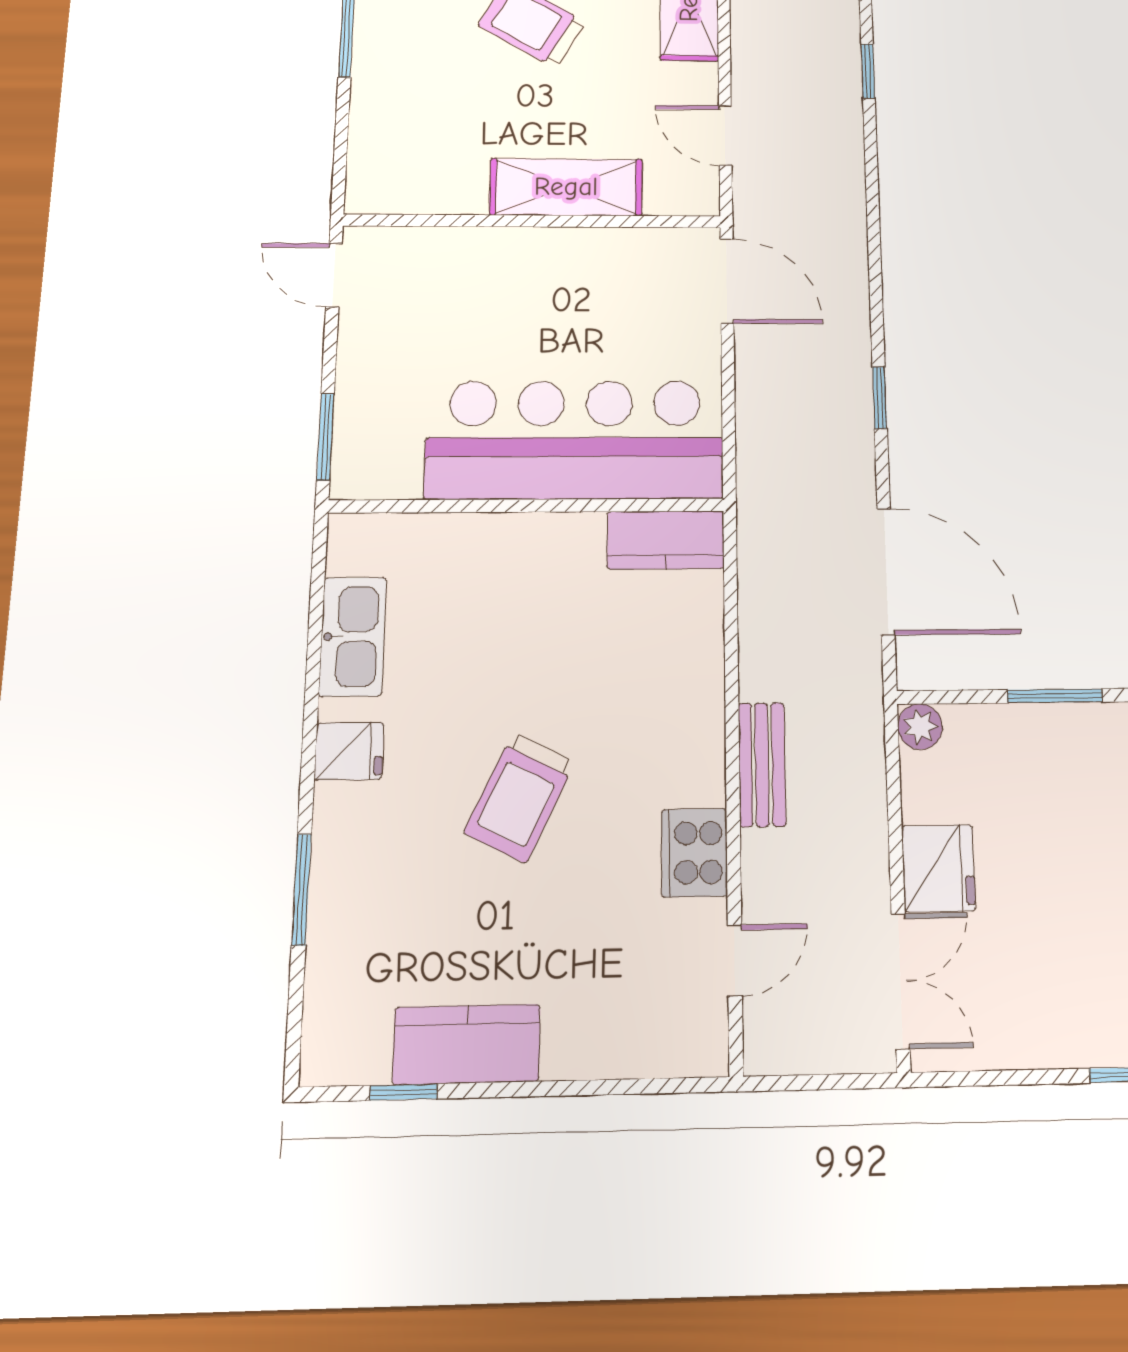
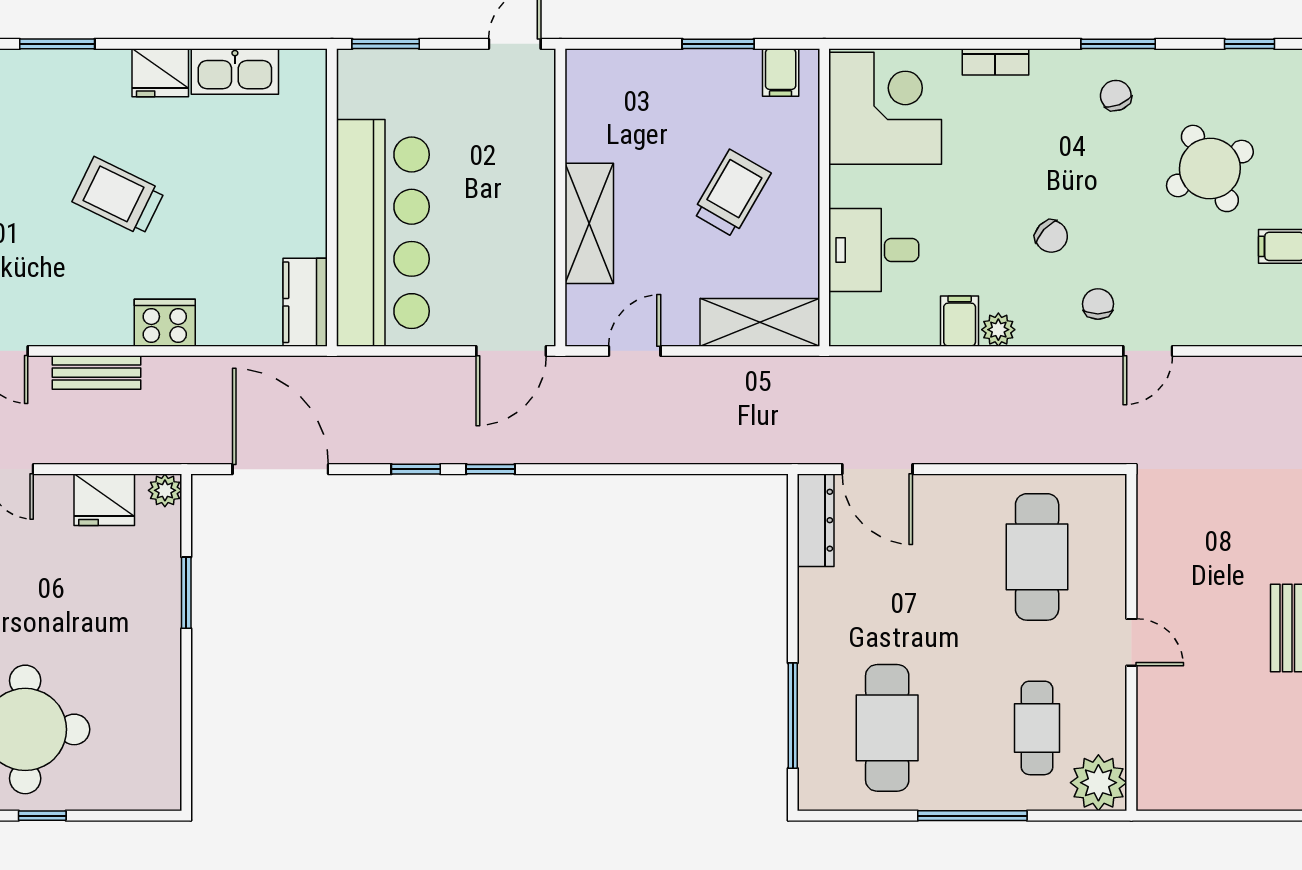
window: (868, 71) -> (490, 469), moved
door: (886, 571) -> (280, 469), swing flipped
fridge: (349, 751) -> (160, 73), width x1.38
bench: (762, 764) -> (96, 373), moved
cooker: (694, 853) -> (165, 323), moved
fridge: (939, 868) -> (104, 500), moved

